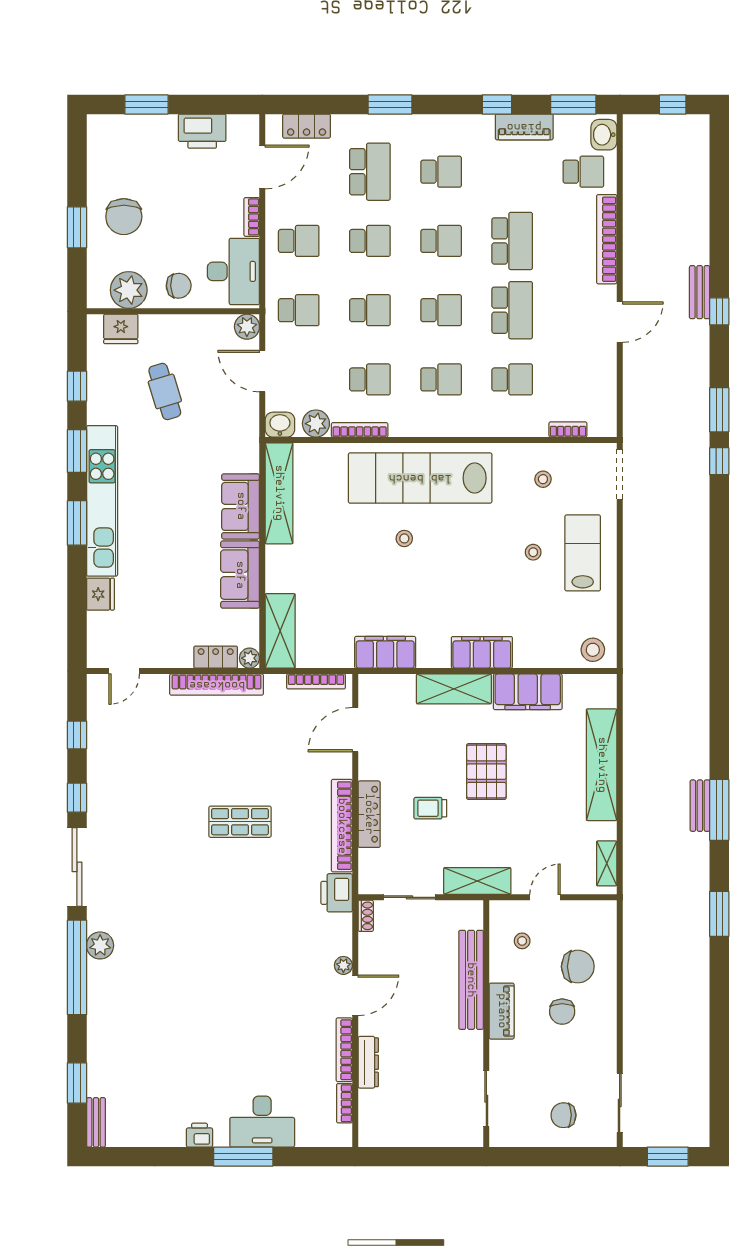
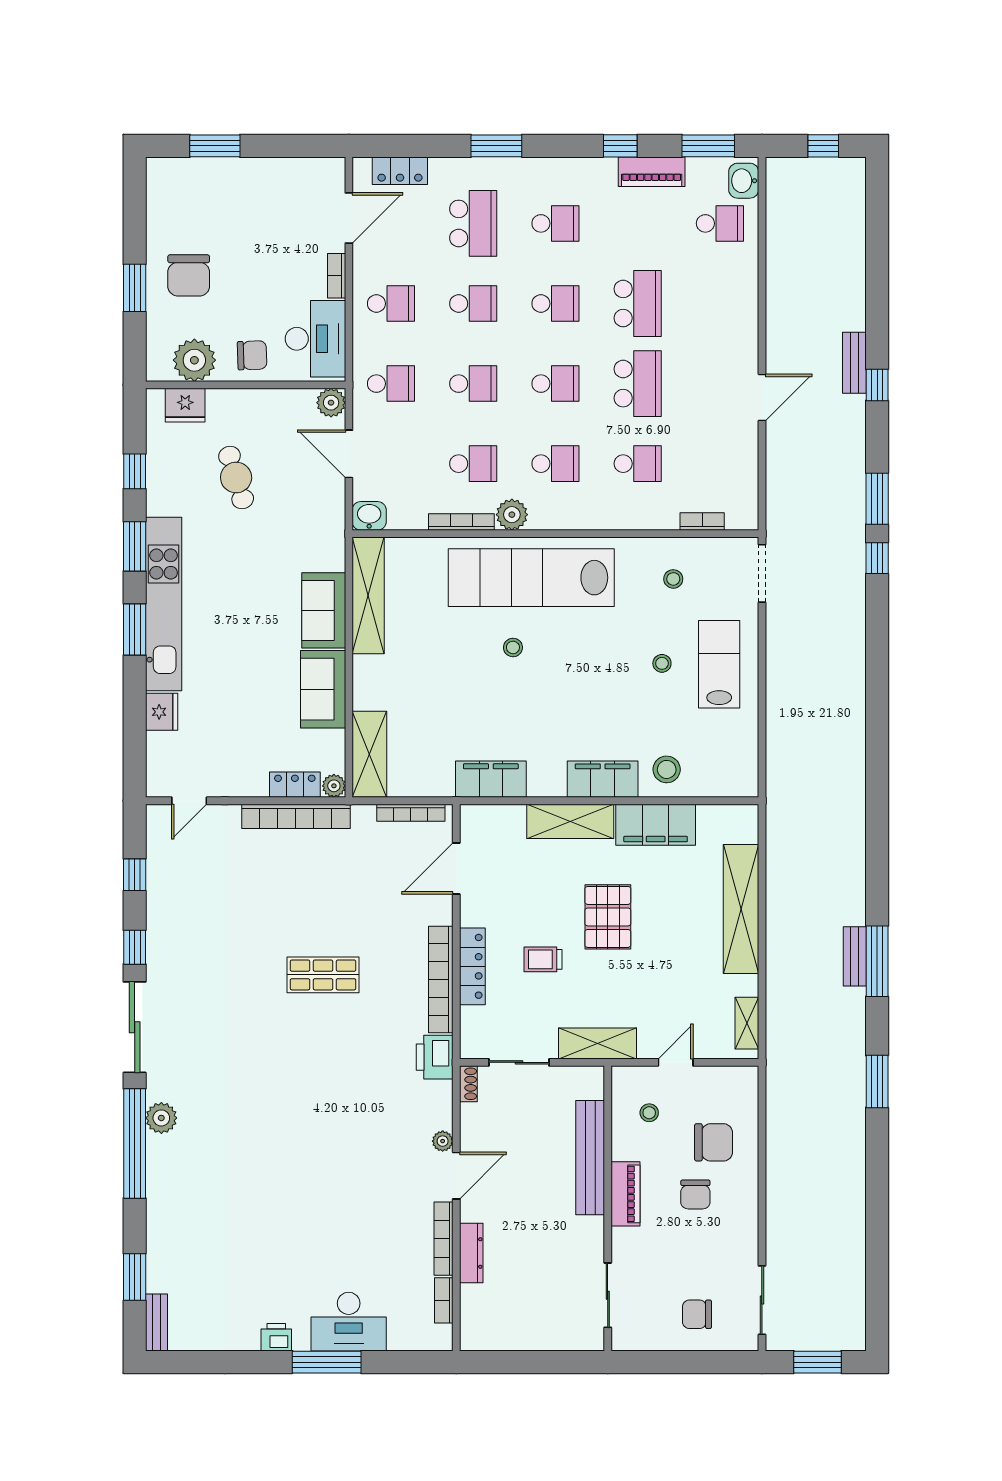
printer: (202, 131) -> (279, 177), removed
bookcase: (607, 239) -> (747, 301), removed
plant: (316, 424) -> (512, 515), moved
stool: (593, 650) -> (667, 769), moved

